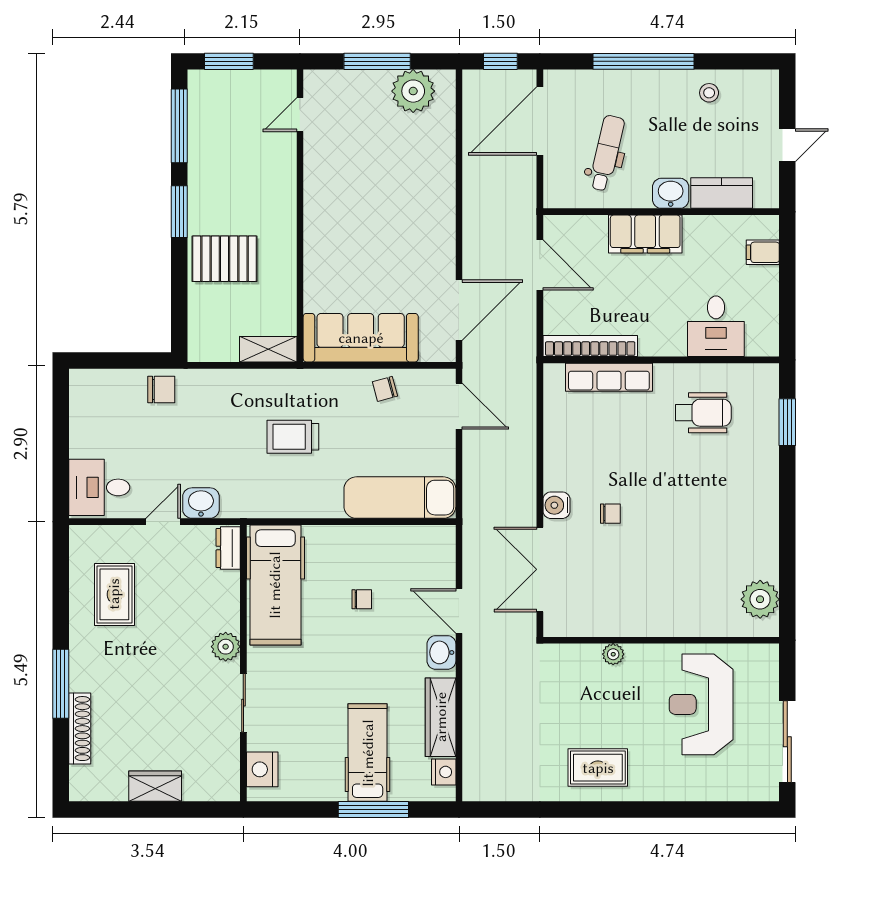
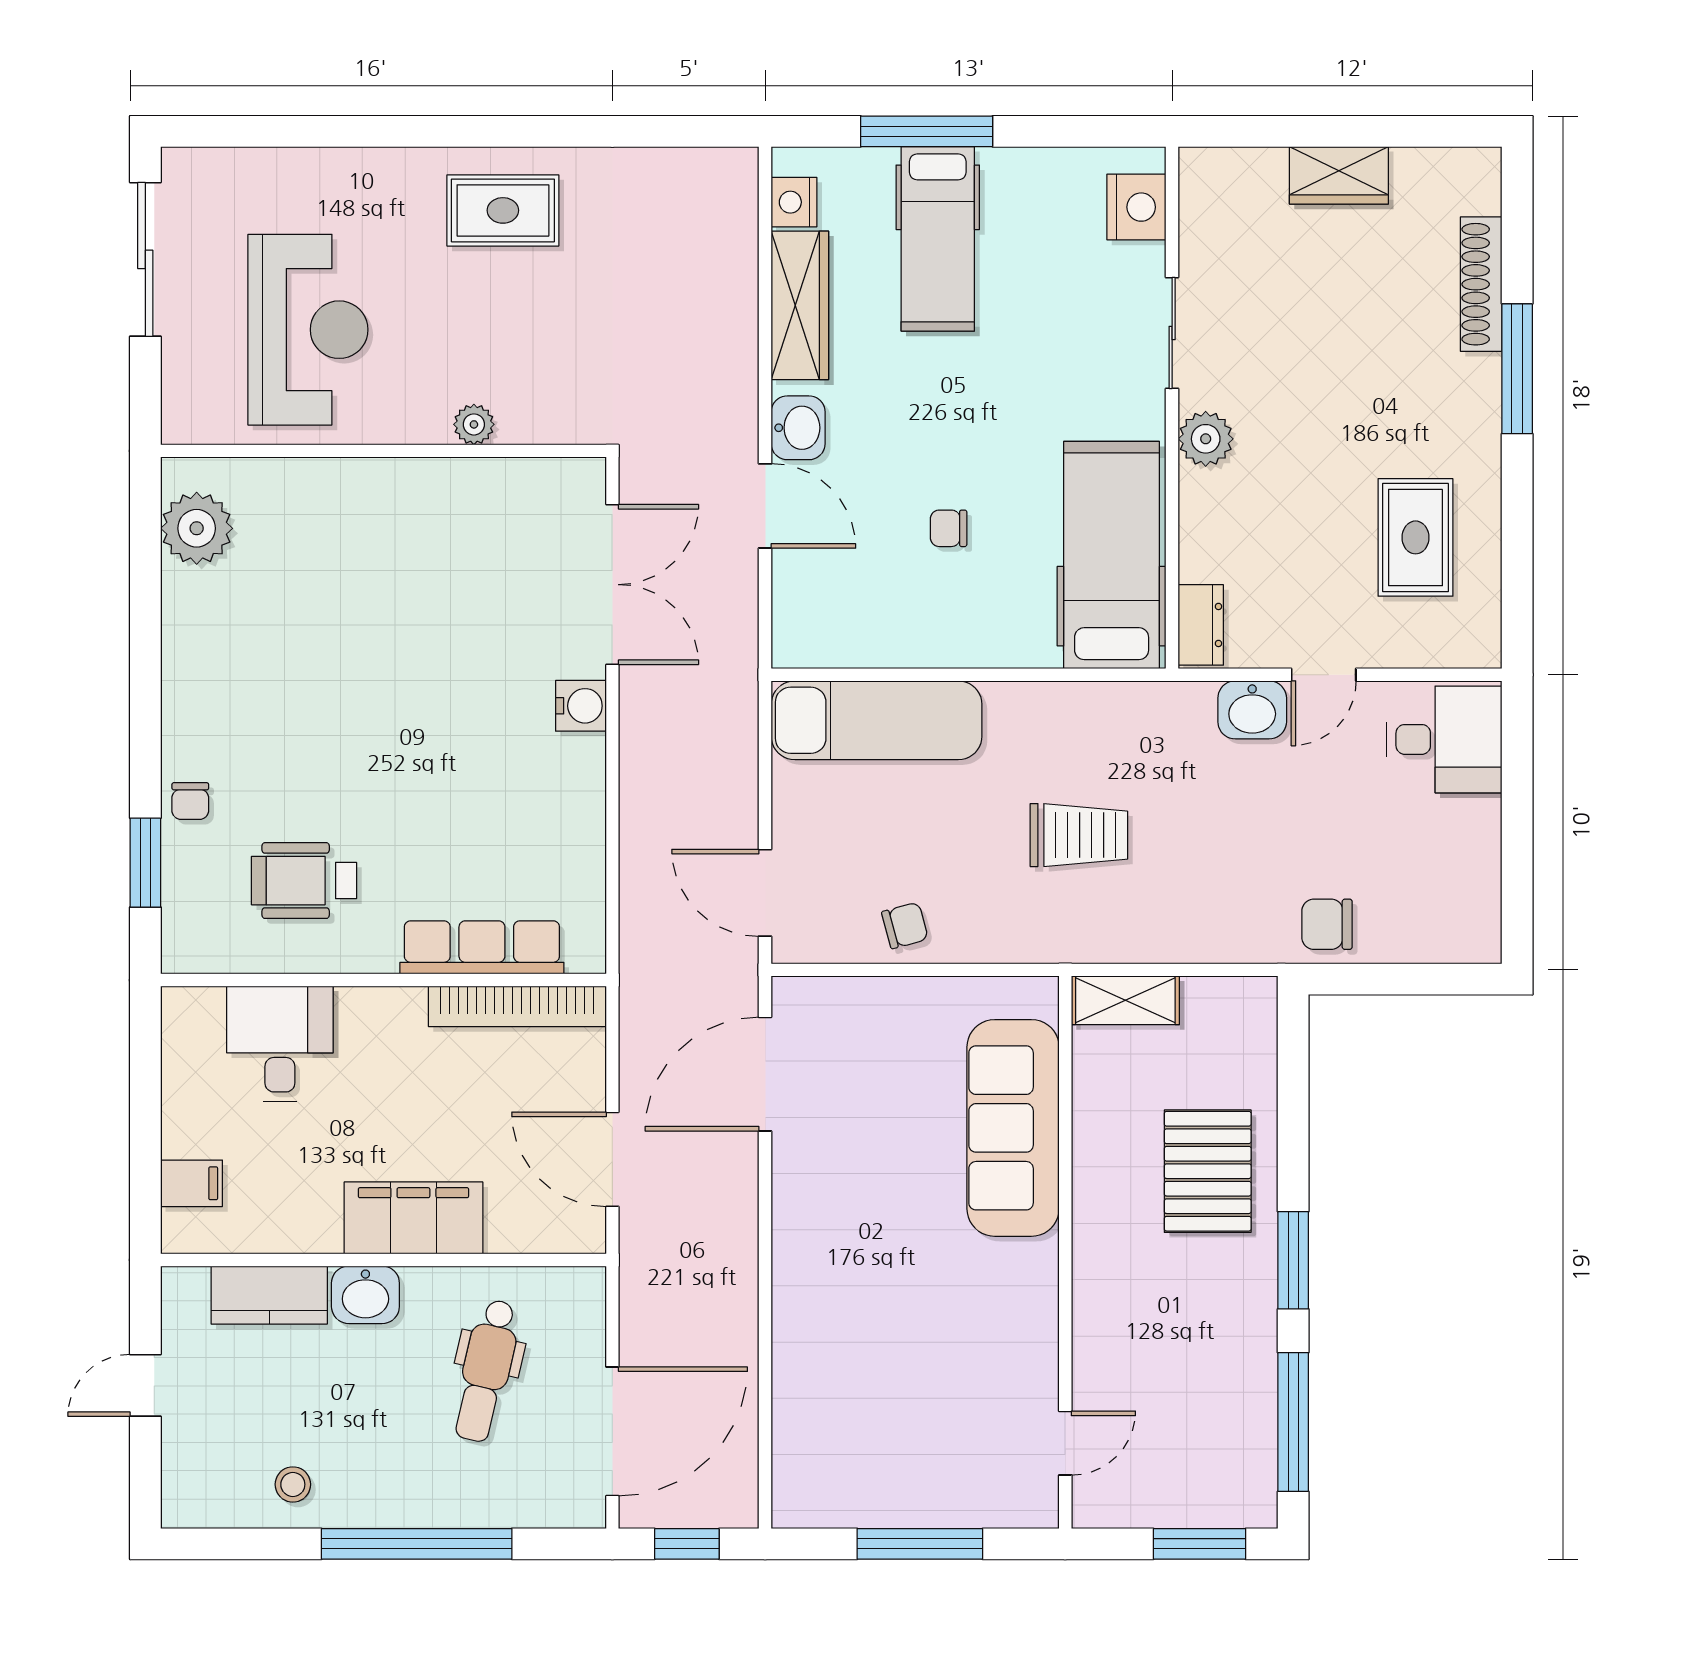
plant: (413, 91) -> (852, 1488), removed
pallet: (225, 259) -> (1208, 1171), turned 90
sofa: (361, 338) -> (1013, 1128), moved, turned 90
chair: (610, 514) -> (190, 801), moved, turned -90

